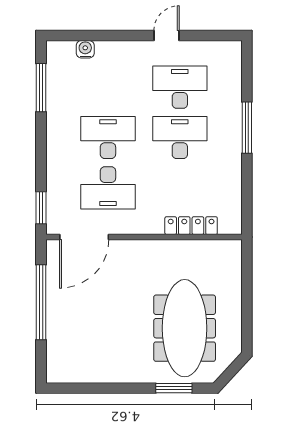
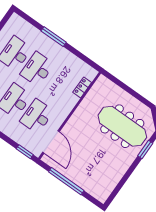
desk: (108, 188) -> (37, 116), turned 180
locker: (191, 226) -> (82, 87), width x0.66

